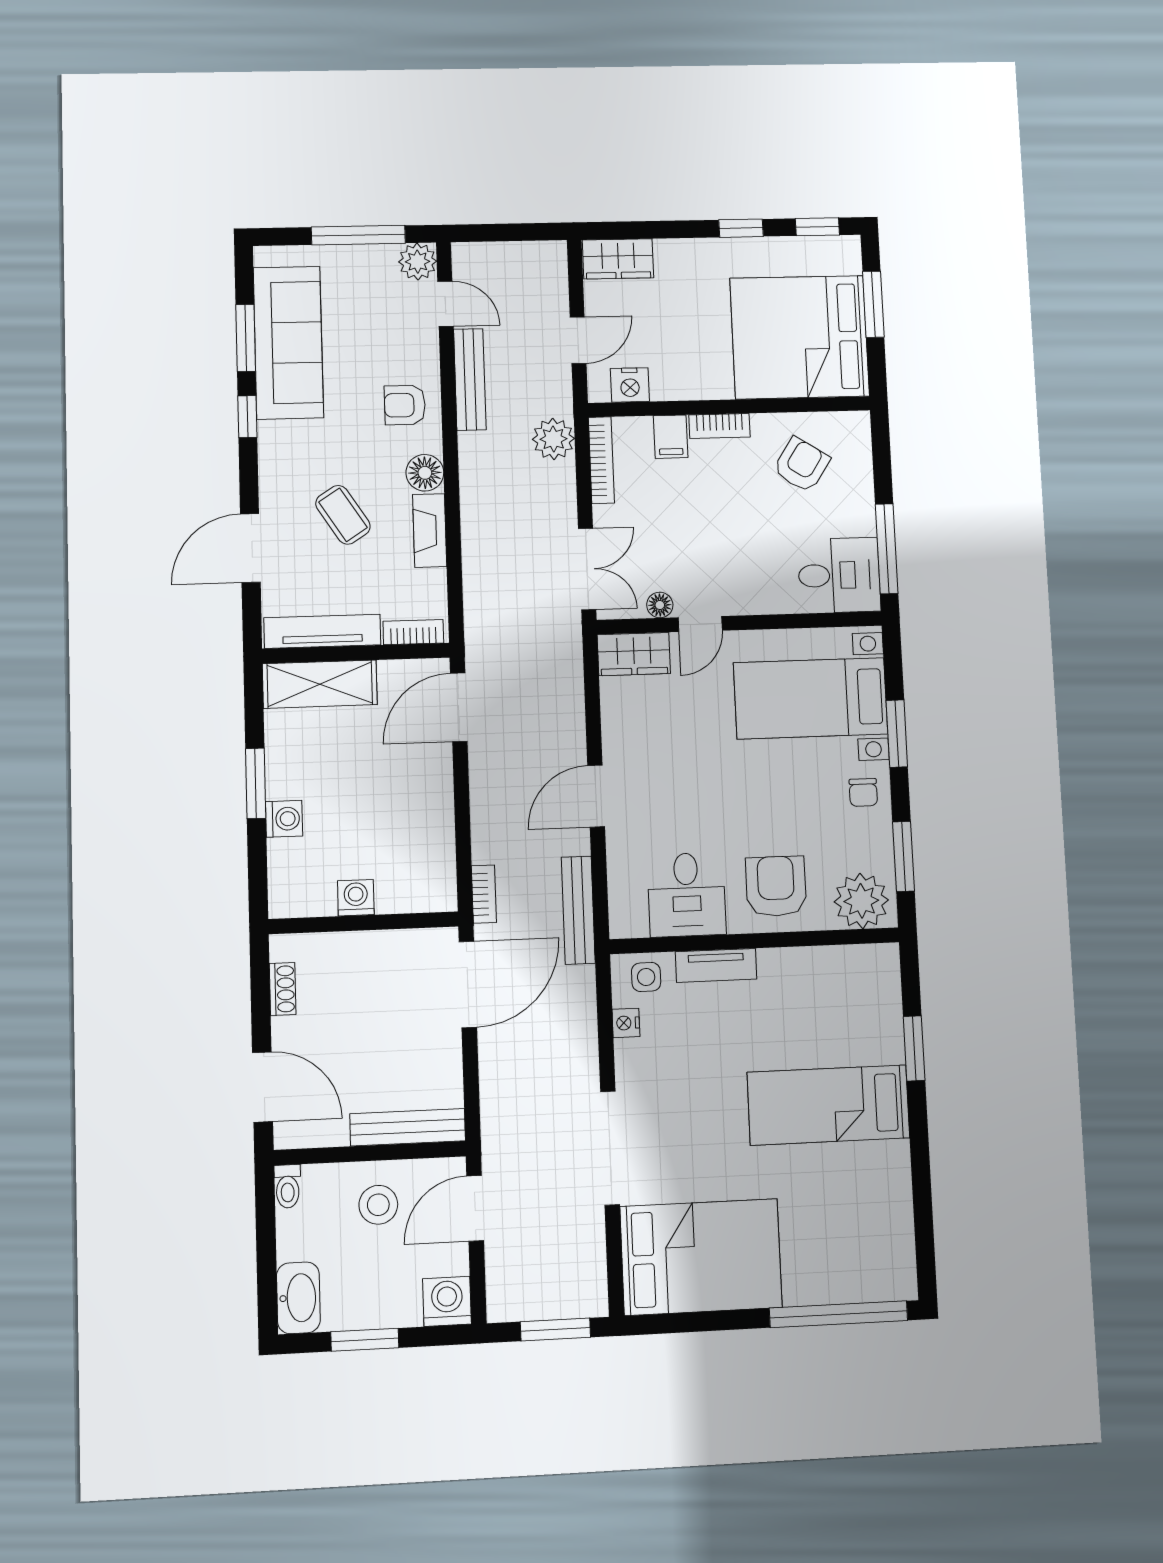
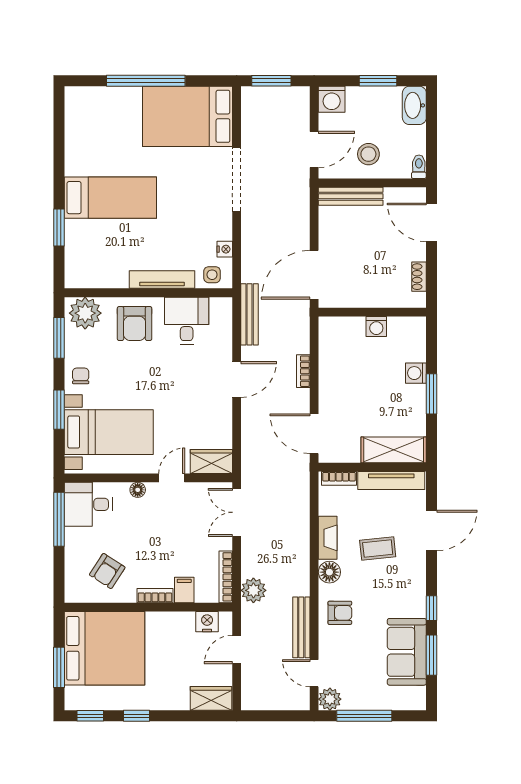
sofa: (288, 343) -> (407, 652), width x0.73
coffee table: (343, 515) -> (378, 548), turned -63
floor lamp: (660, 605) -> (138, 490), moved
door: (459, 707) -> (314, 434), swing flipped
bookcase: (484, 894) -> (303, 371), moved
tv unit: (716, 965) -> (162, 280), width x1.41
window: (839, 1314) -> (146, 81), moved

